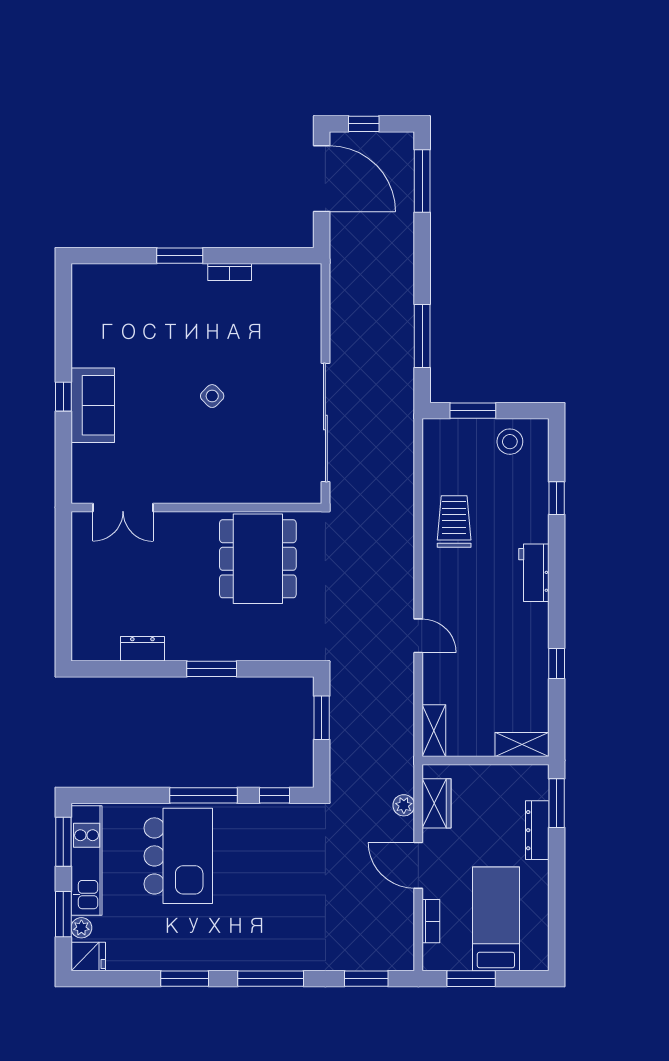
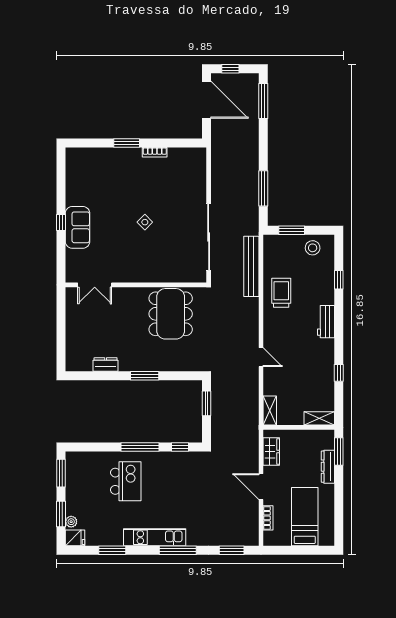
bench: (401, 475) -> (251, 266), added
plant: (404, 805) -> (253, 453), removed
kitchen island: (178, 856) -> (126, 481), width x0.73, depth x0.78
kitchen unit: (87, 861) -> (155, 537), moved, turned -90
window: (185, 979) -> (112, 550), moved
window: (471, 979) -> (291, 550), removed

